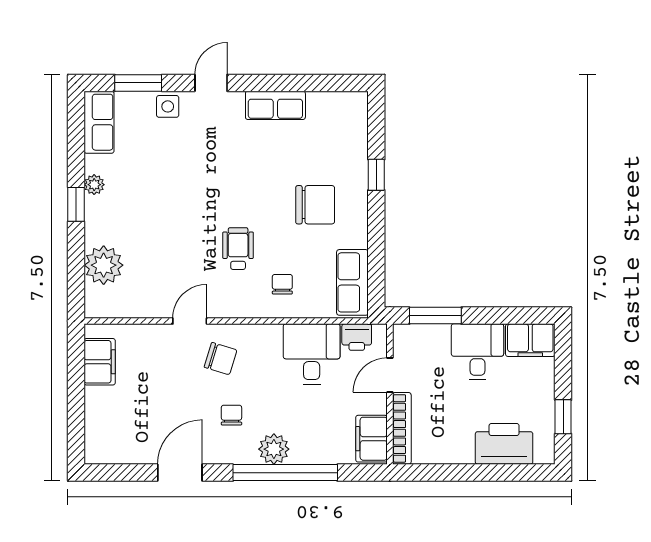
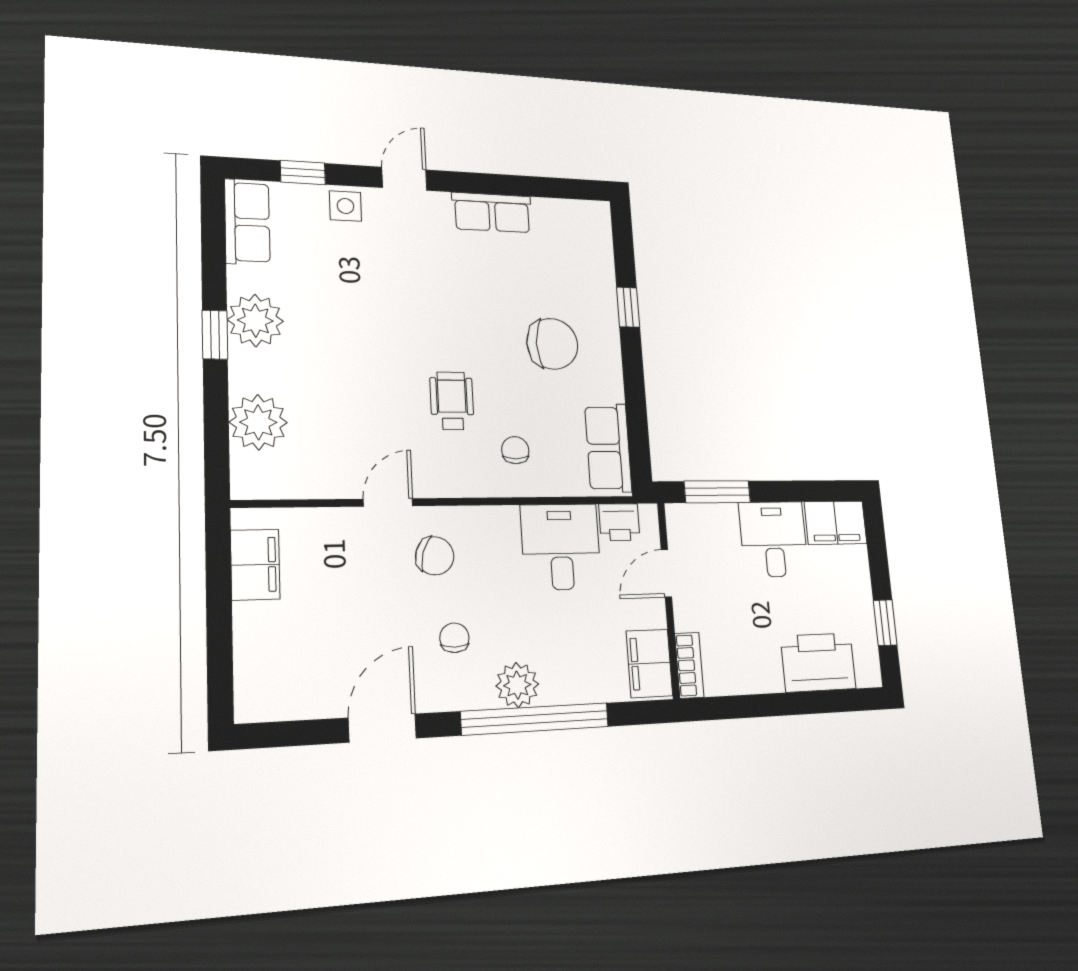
window: (138, 83) -> (303, 173), width x0.67
plant: (94, 185) -> (255, 320), width x1.88, depth x1.88
bookcase: (402, 428) -> (689, 665), width x0.64

